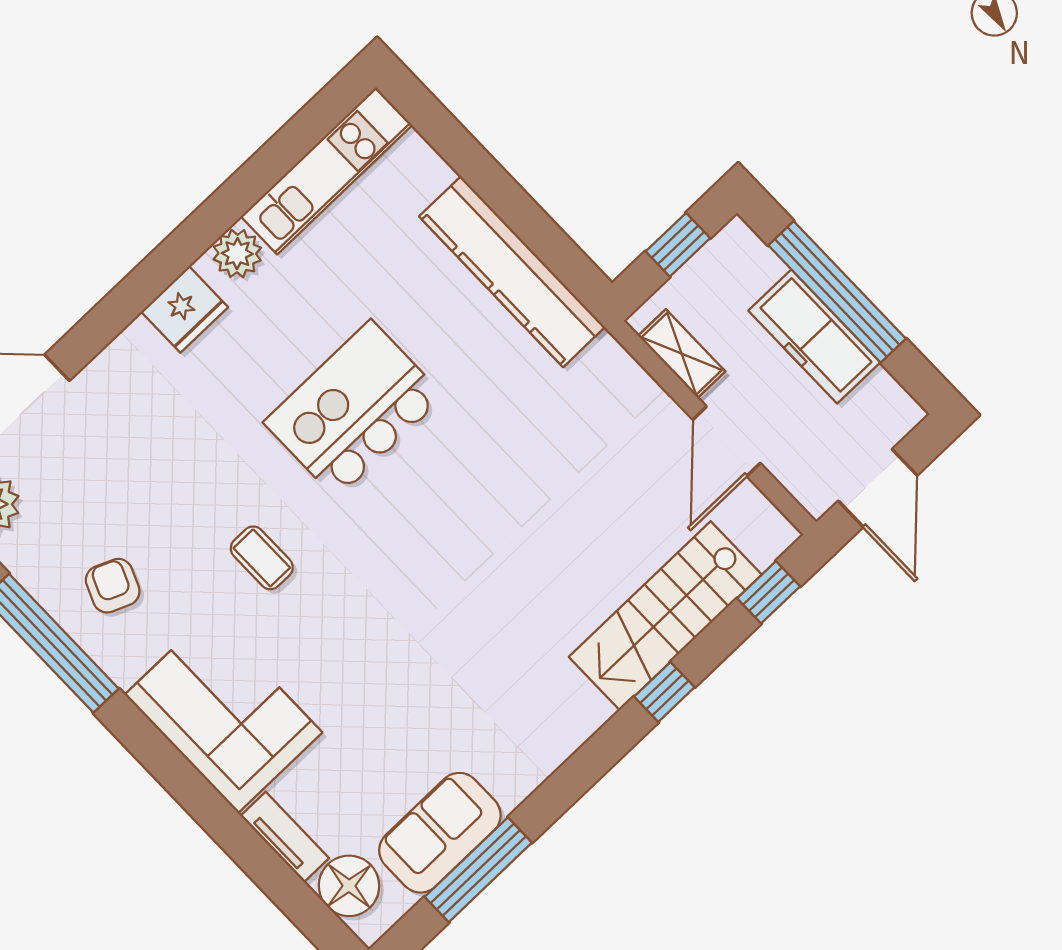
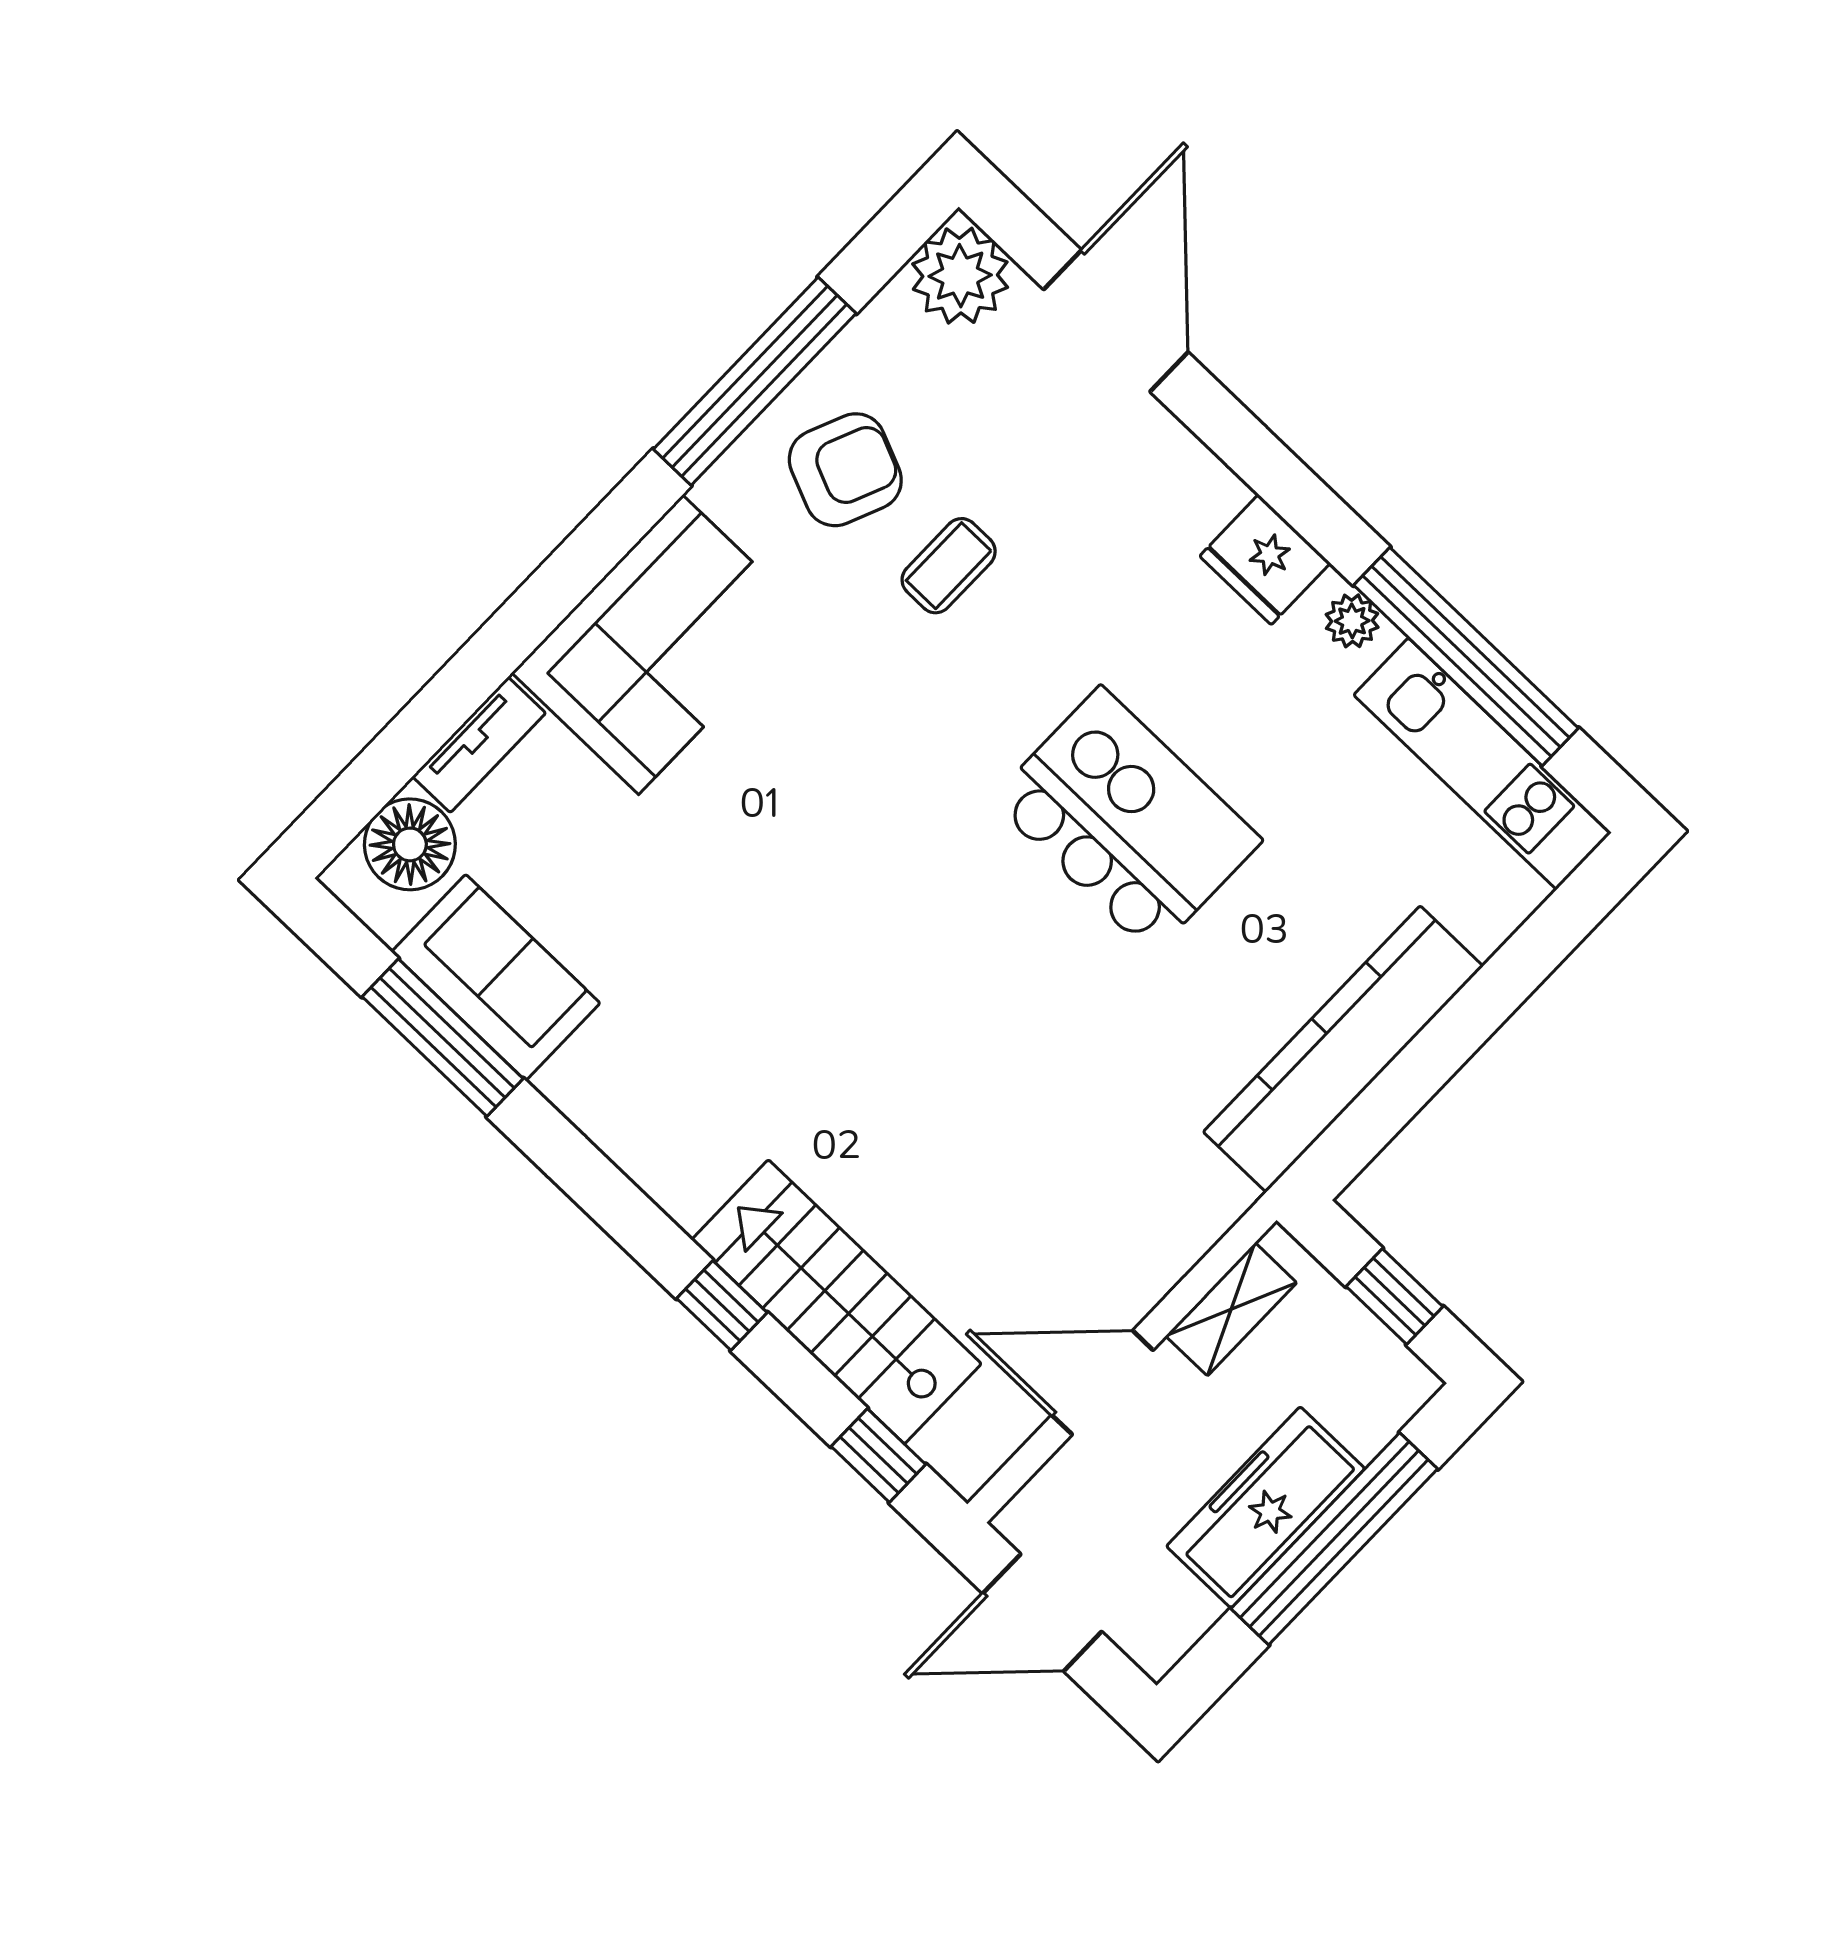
window: (255, 179) -> (1466, 657), added
plant: (237, 254) -> (1352, 621), width x0.73, depth x0.73
coffee table: (262, 558) -> (949, 566), moved
armchair: (113, 586) -> (845, 470), width x1.38, depth x1.38

